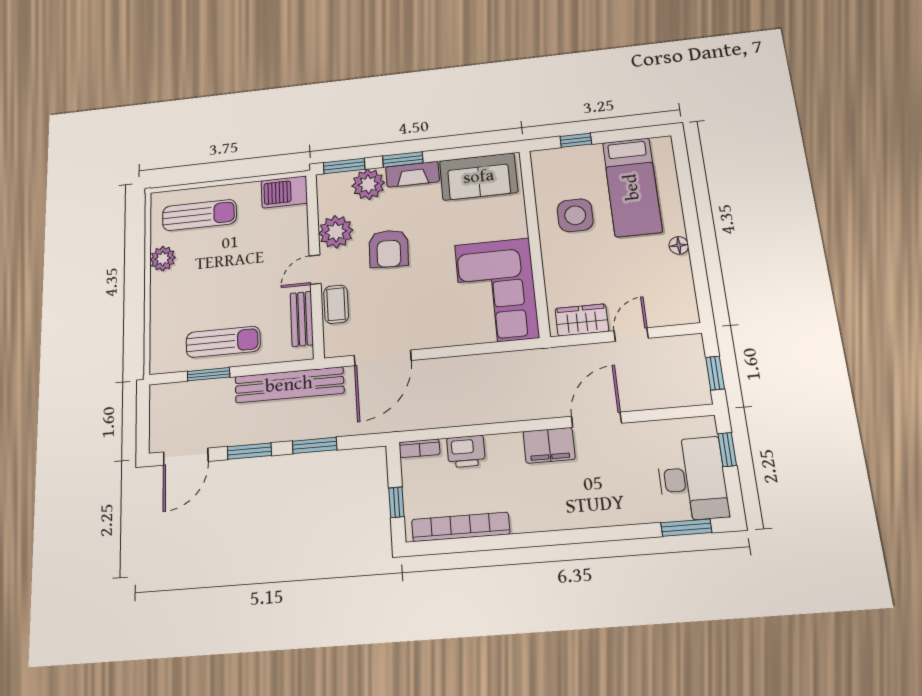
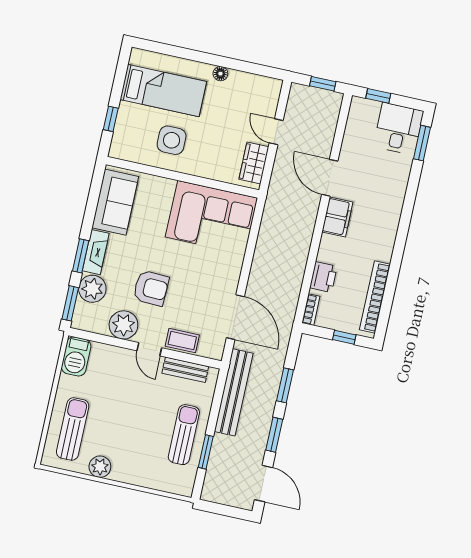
desk: (692, 479) -> (398, 129), width x0.73

